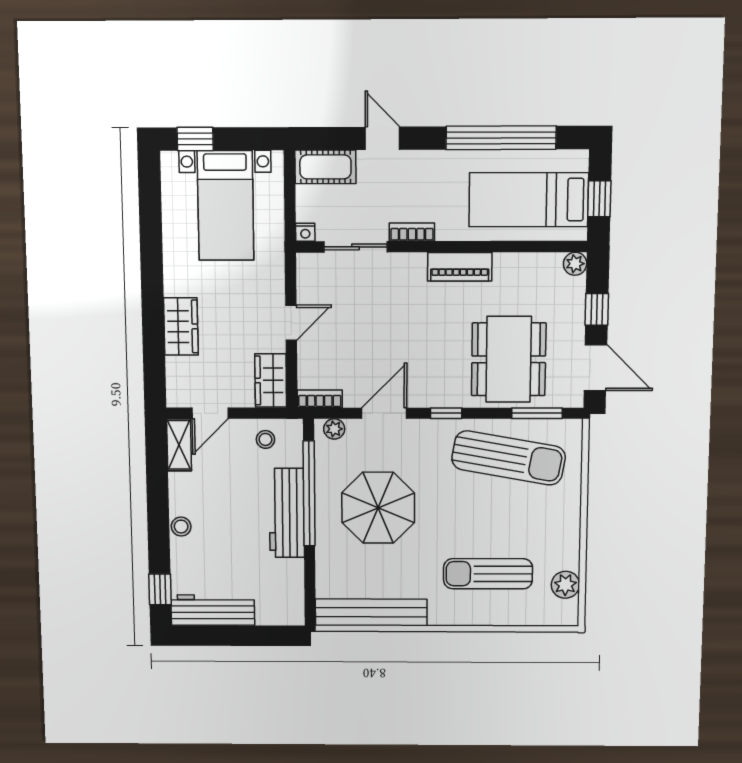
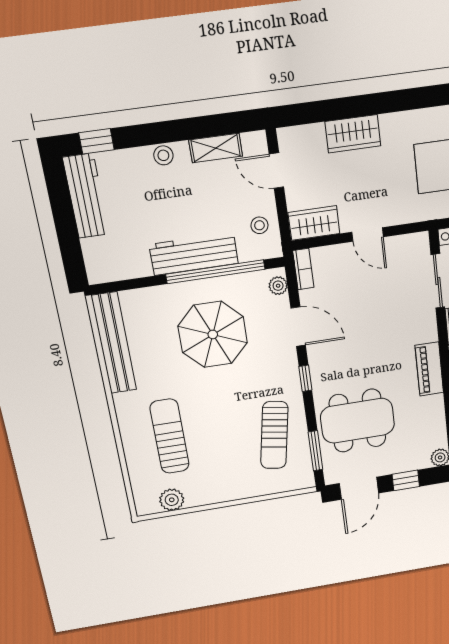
shelving: (179, 445) -> (216, 148), moved
sun lounger: (509, 458) -> (274, 435), width x0.73, depth x0.75

